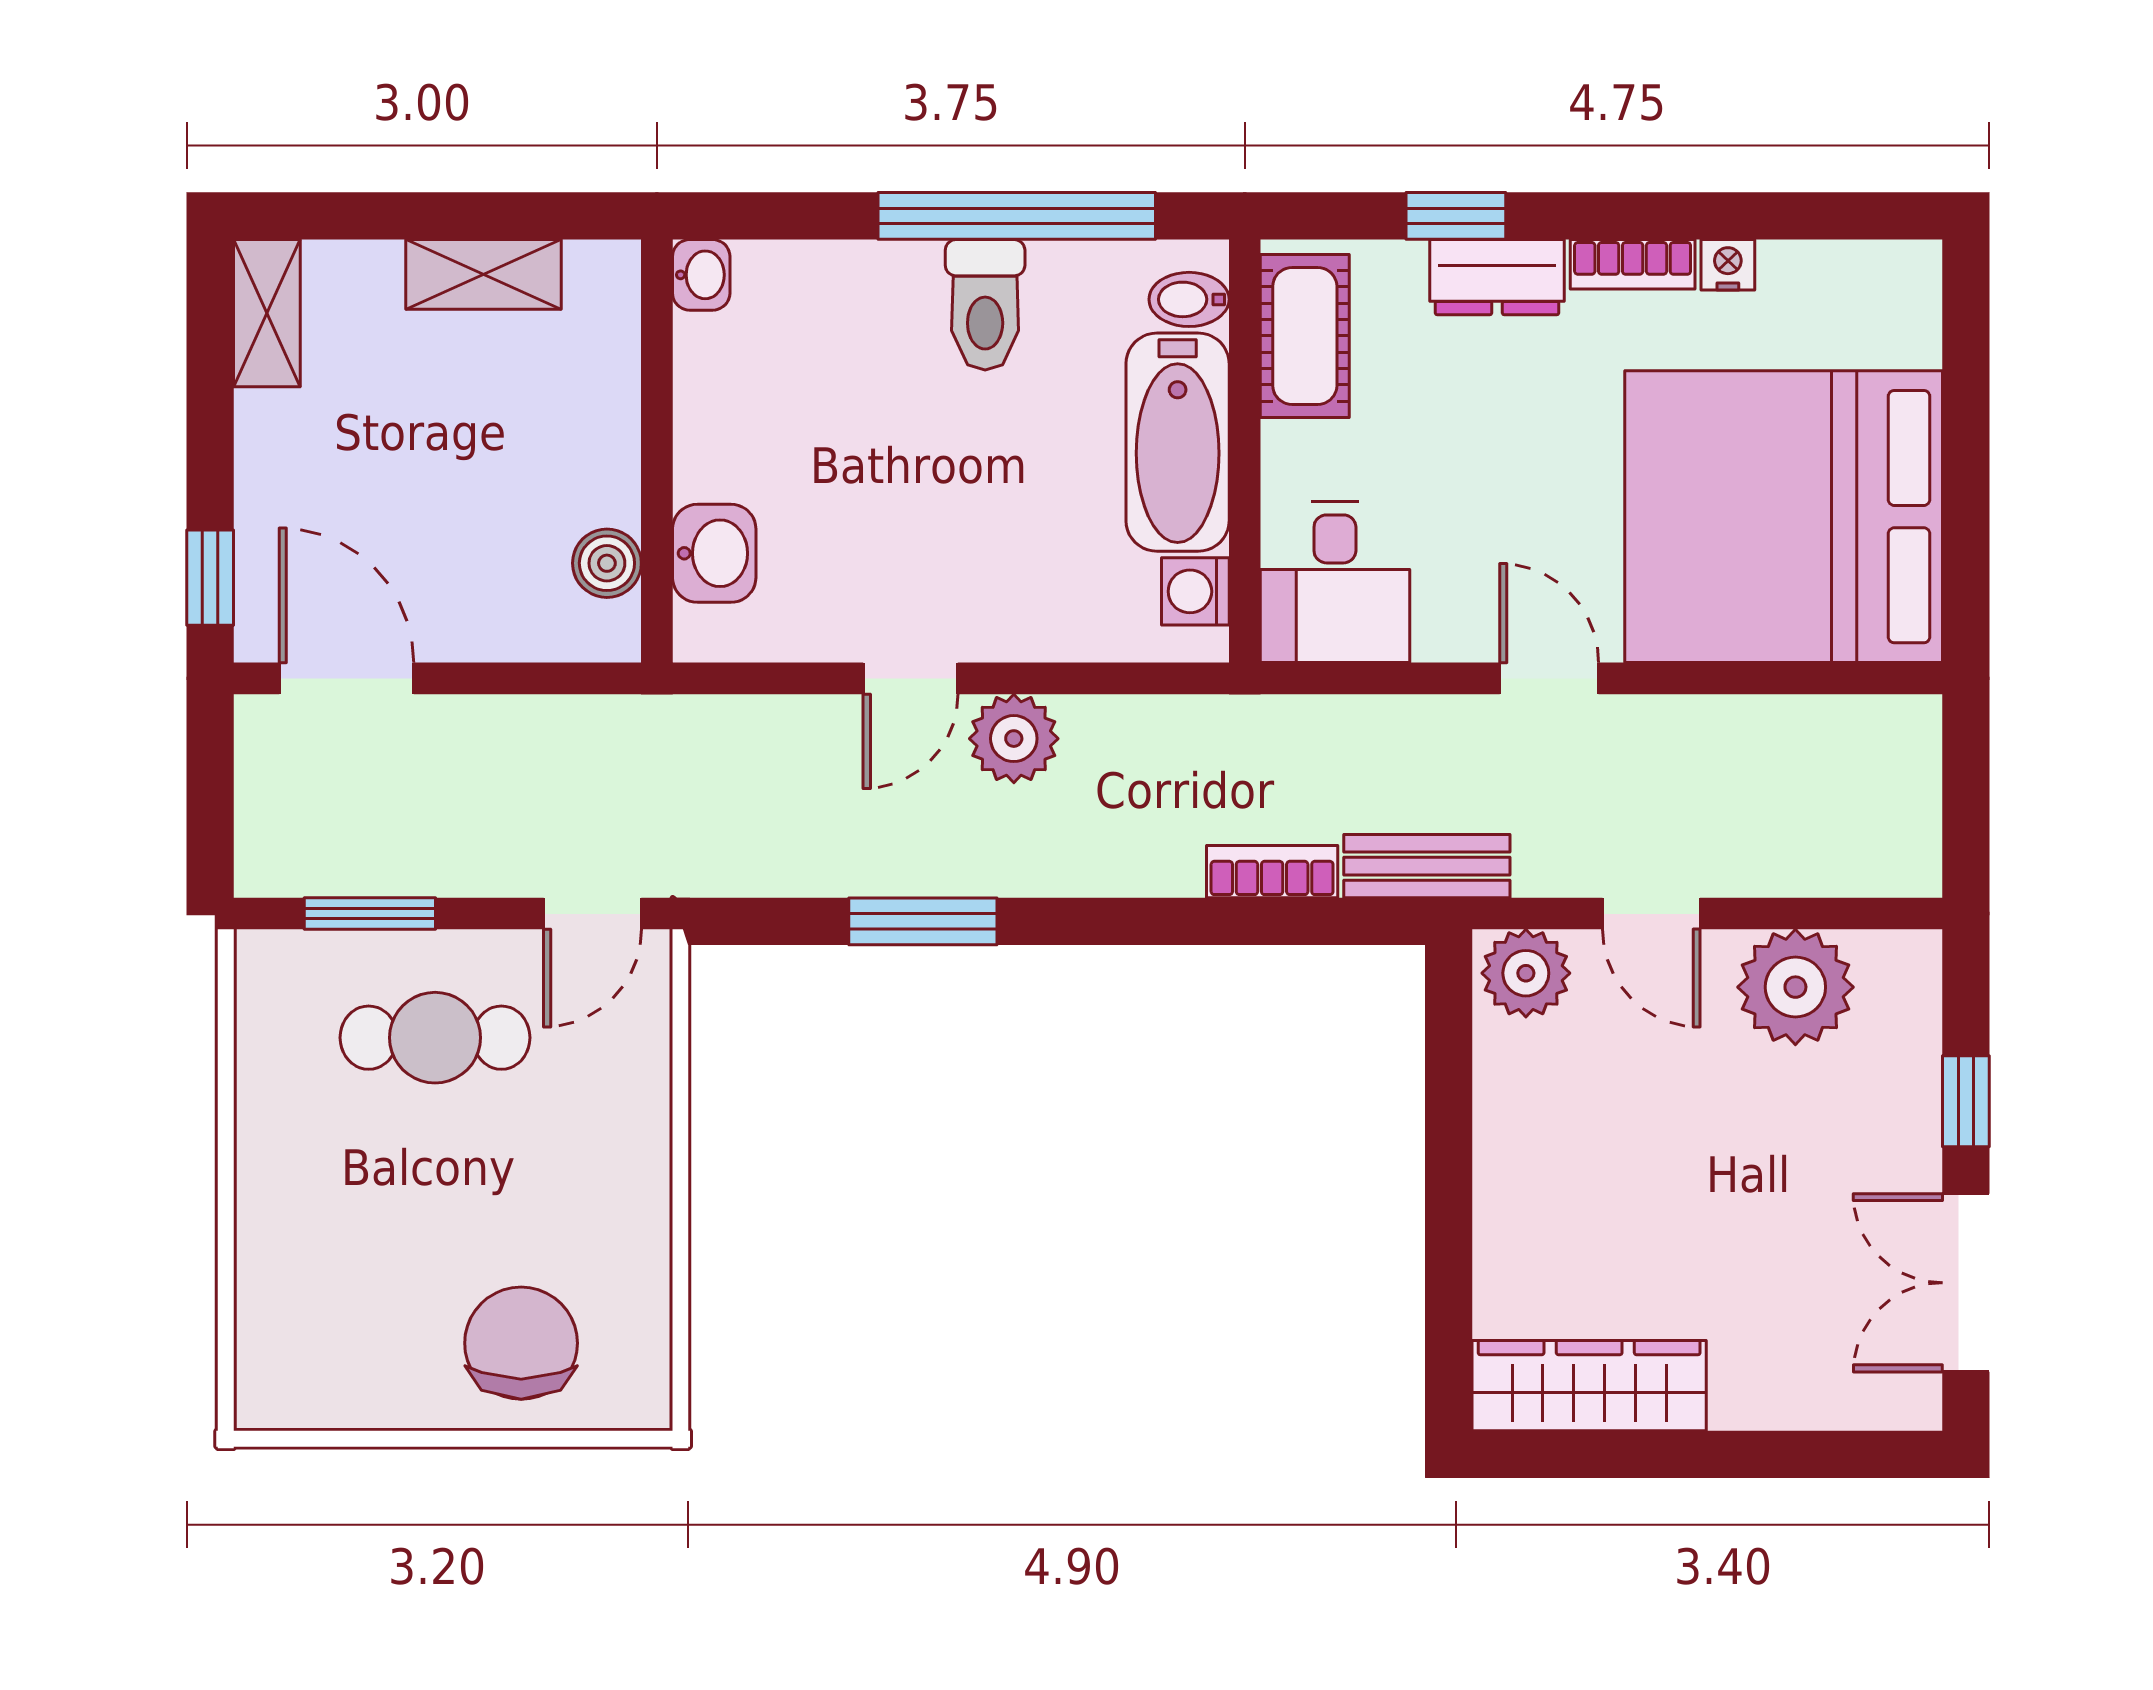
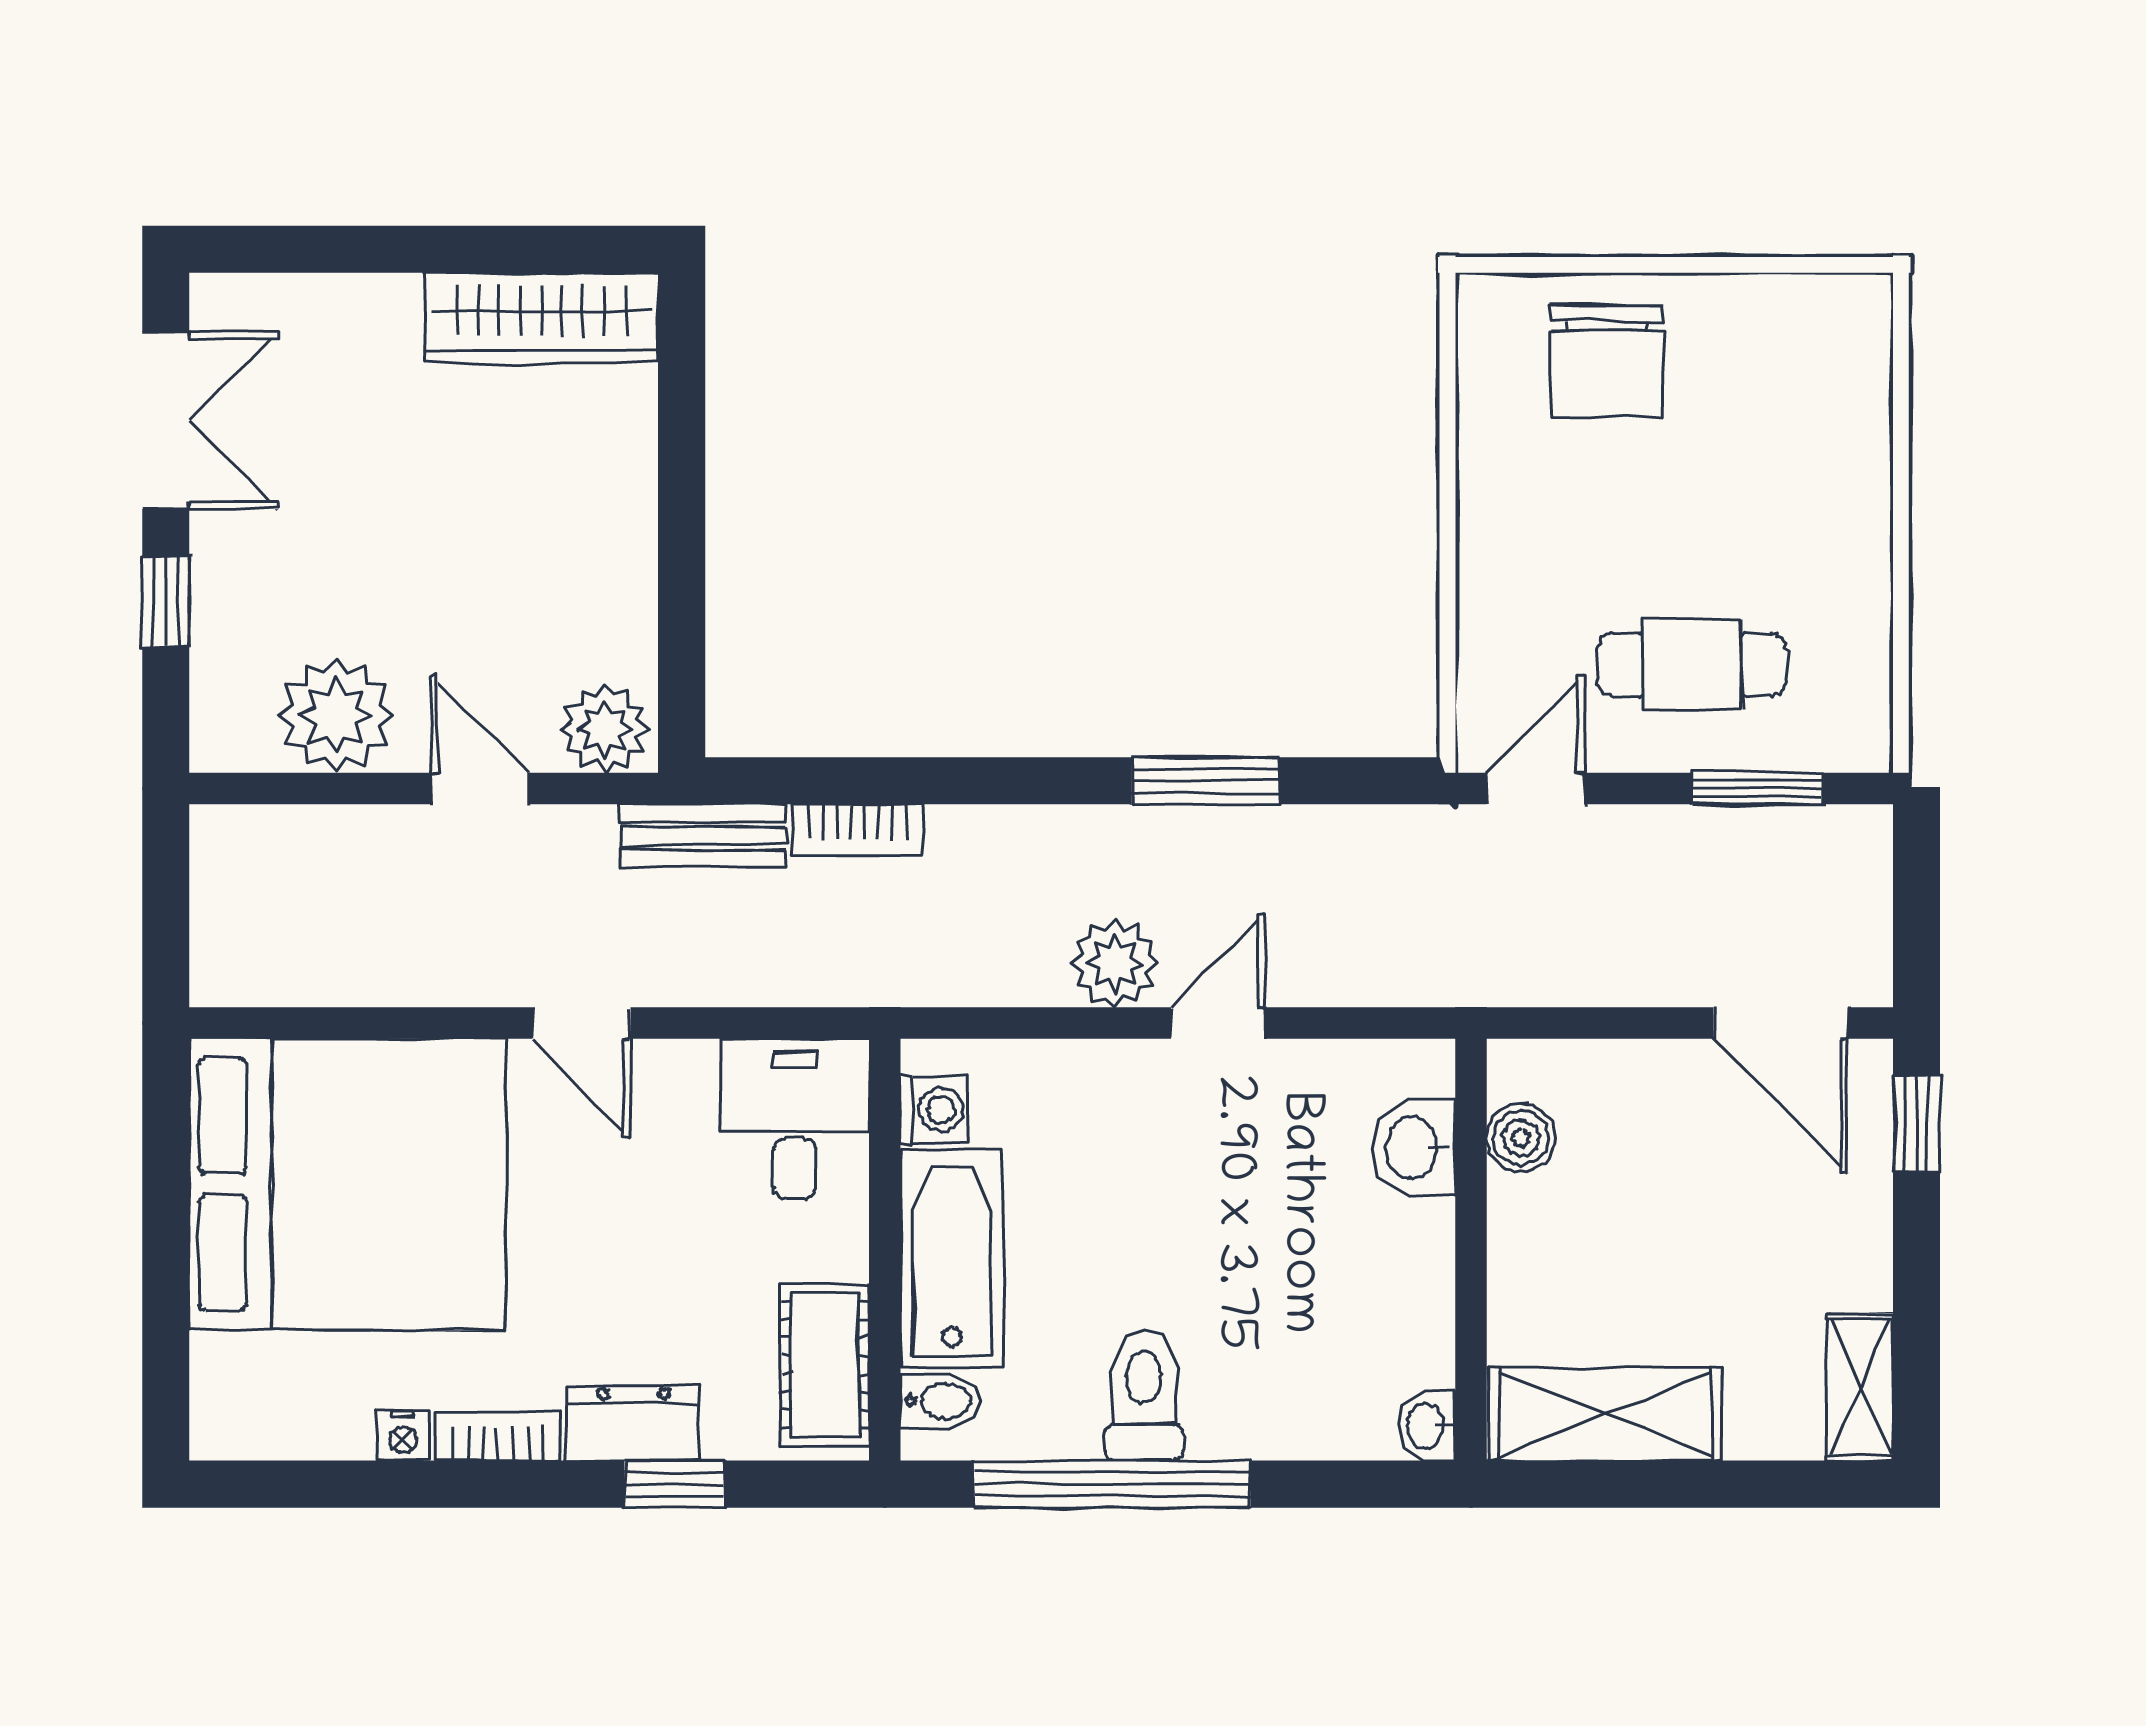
shelving: (483, 274) -> (1605, 1414), width x1.50, depth x1.33

